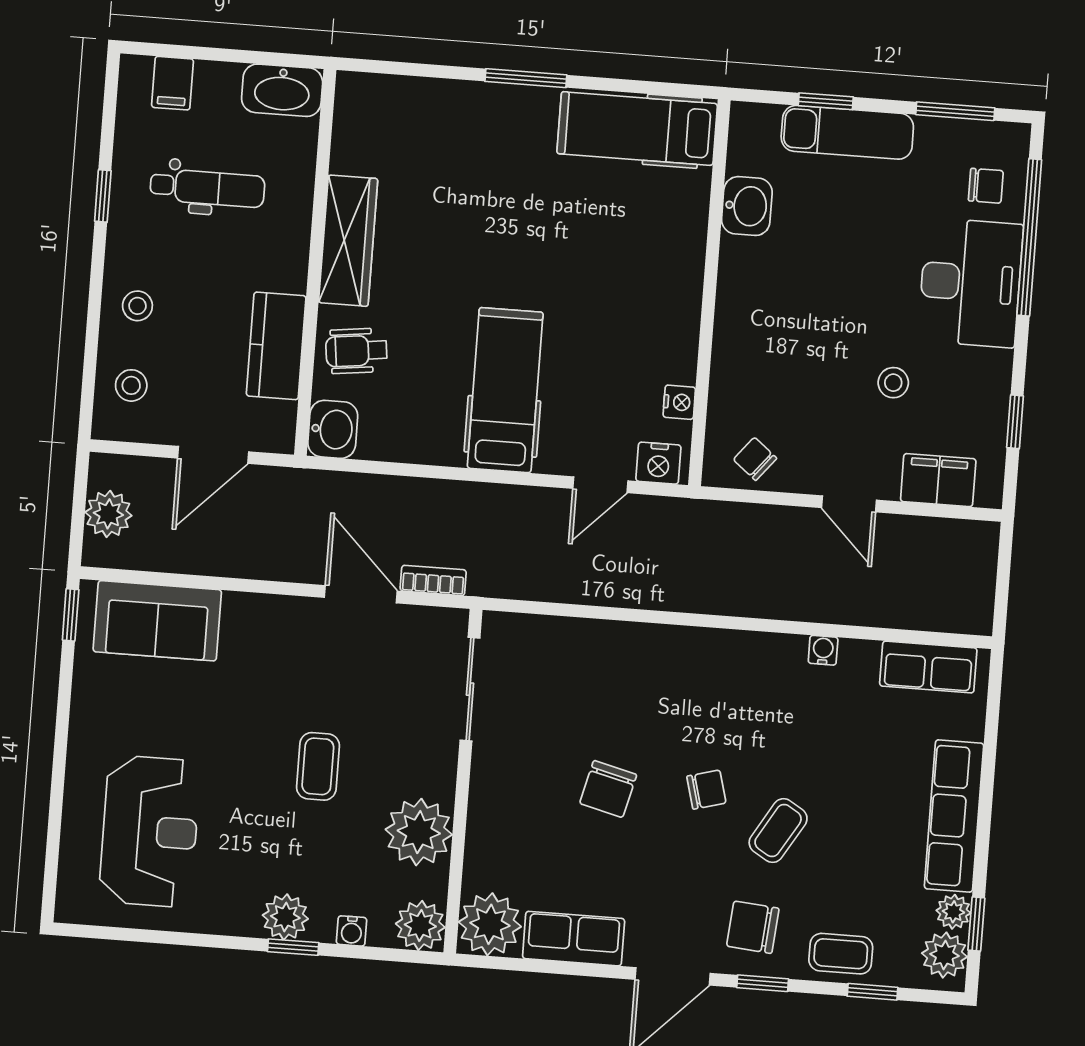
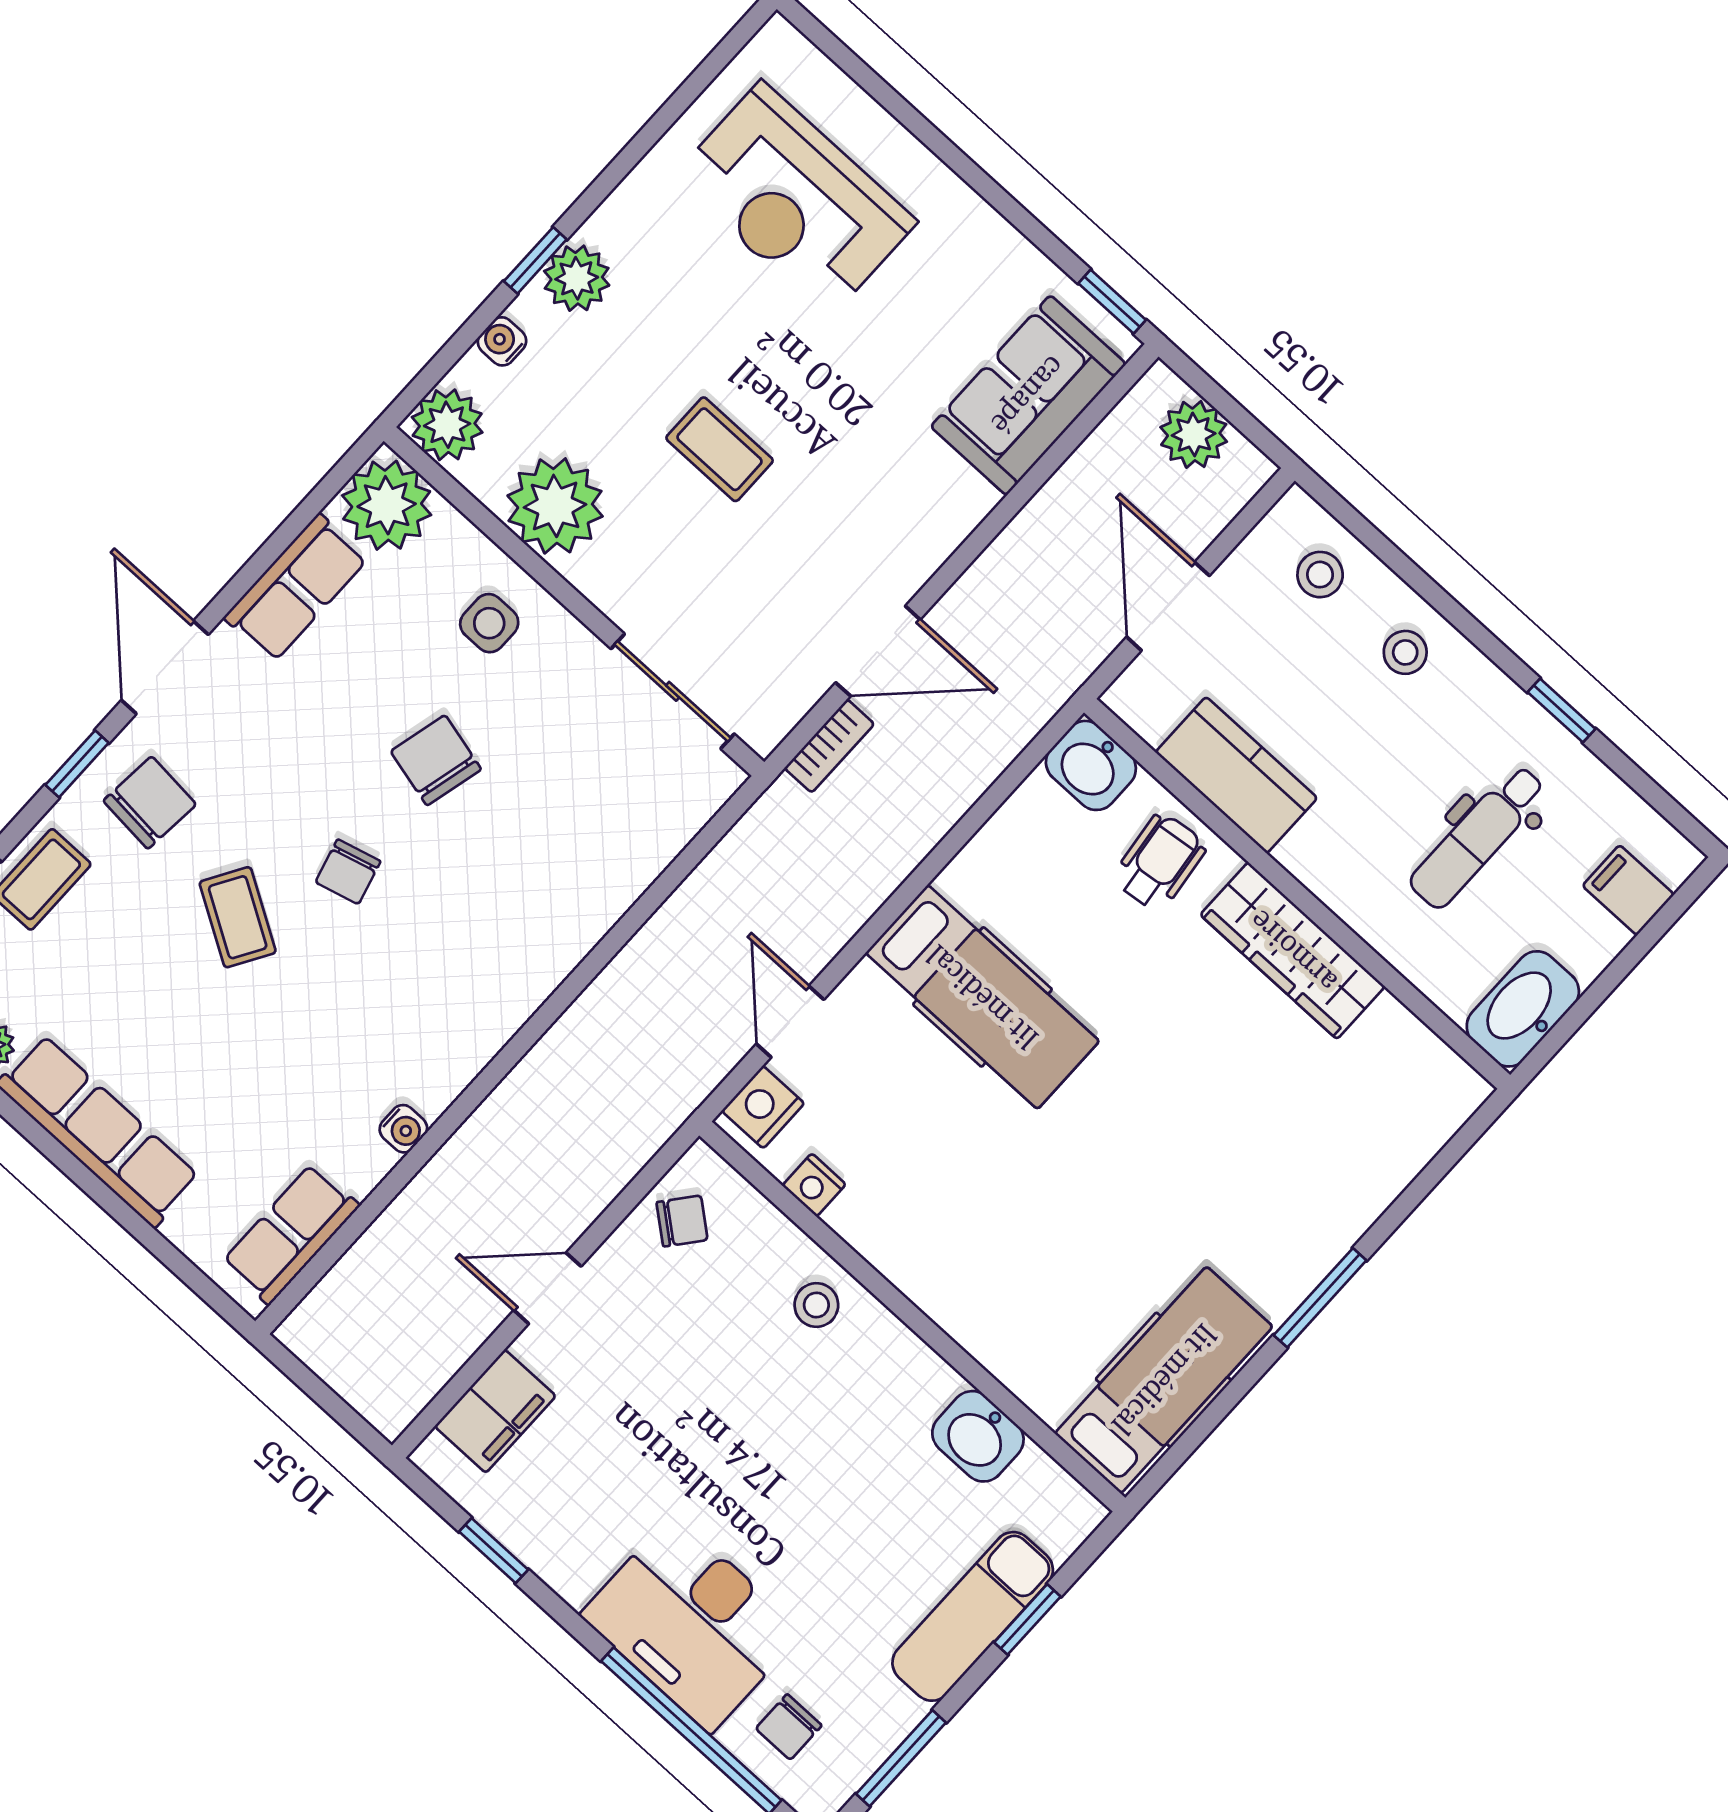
stool: (893, 383) -> (816, 1305), moved
side table: (511, 818) -> (489, 623), added

